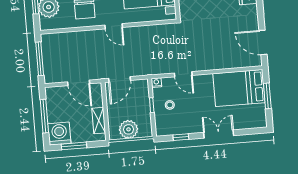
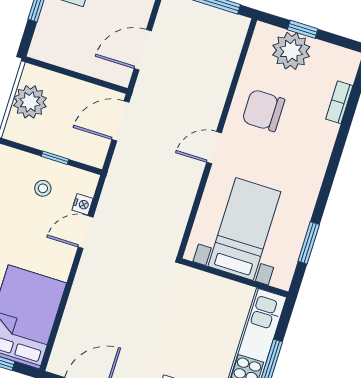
door: (120, 79) -> (120, 121), hinge flipped
nightstand: (156, 83) -> (83, 204), moved
shelving: (99, 121) -> (65, 58), removed

